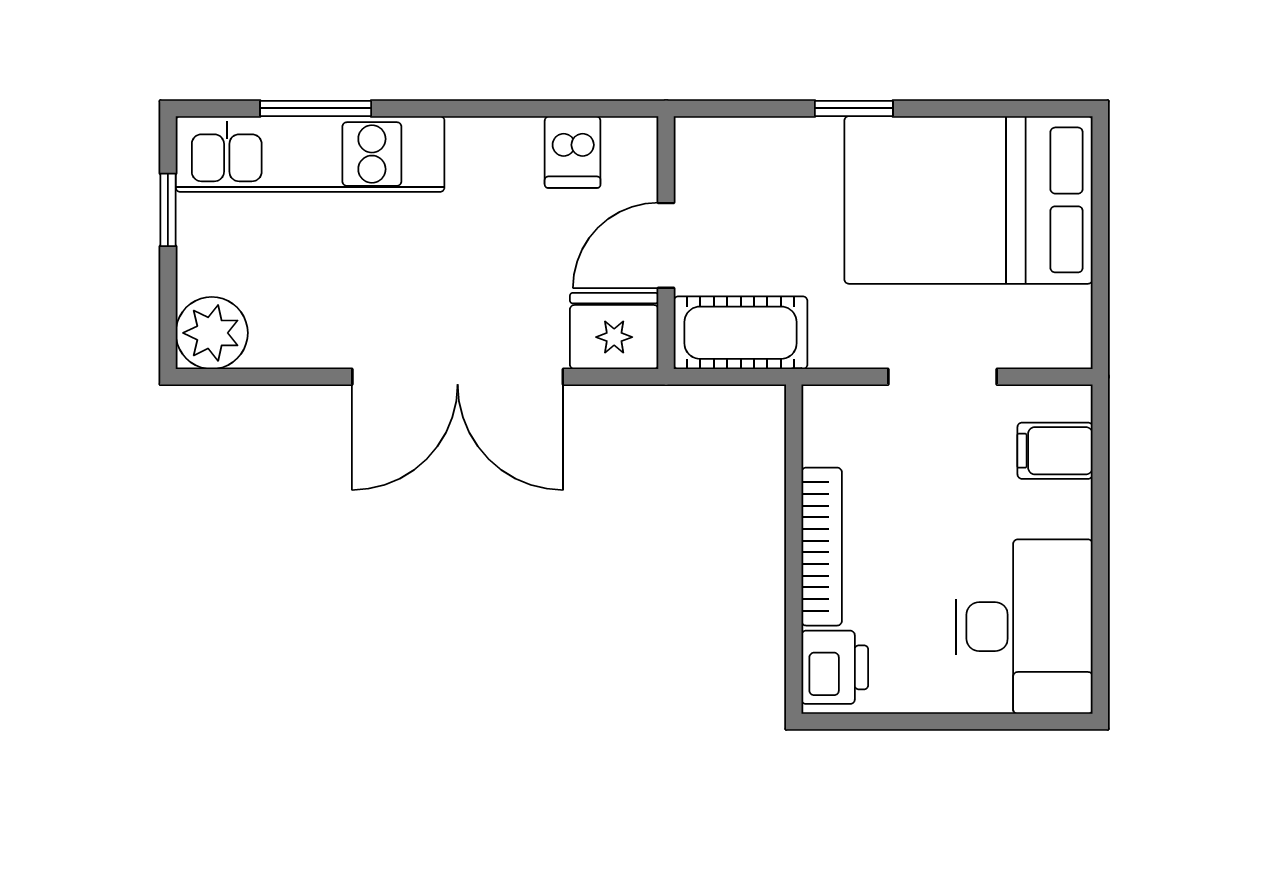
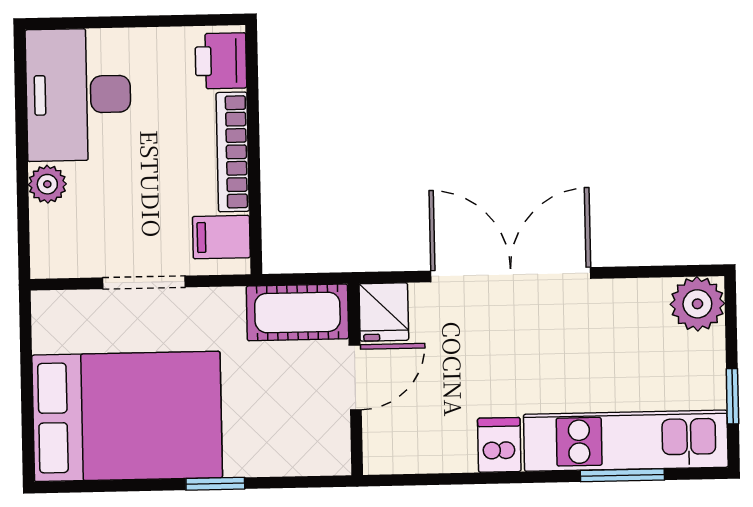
dishwasher: (573, 152) -> (499, 445), moved
fridge: (614, 331) -> (384, 312), width x0.72
filing cabinet: (1055, 451) -> (221, 237), moved, turned 180
plant: (1068, 509) -> (47, 184), added

